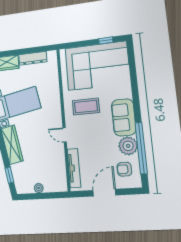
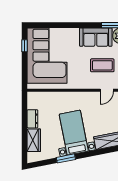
dresser: (33, 58) -> (32, 119), width x0.70
coffee table: (86, 107) -> (102, 65), moved, turned 90

